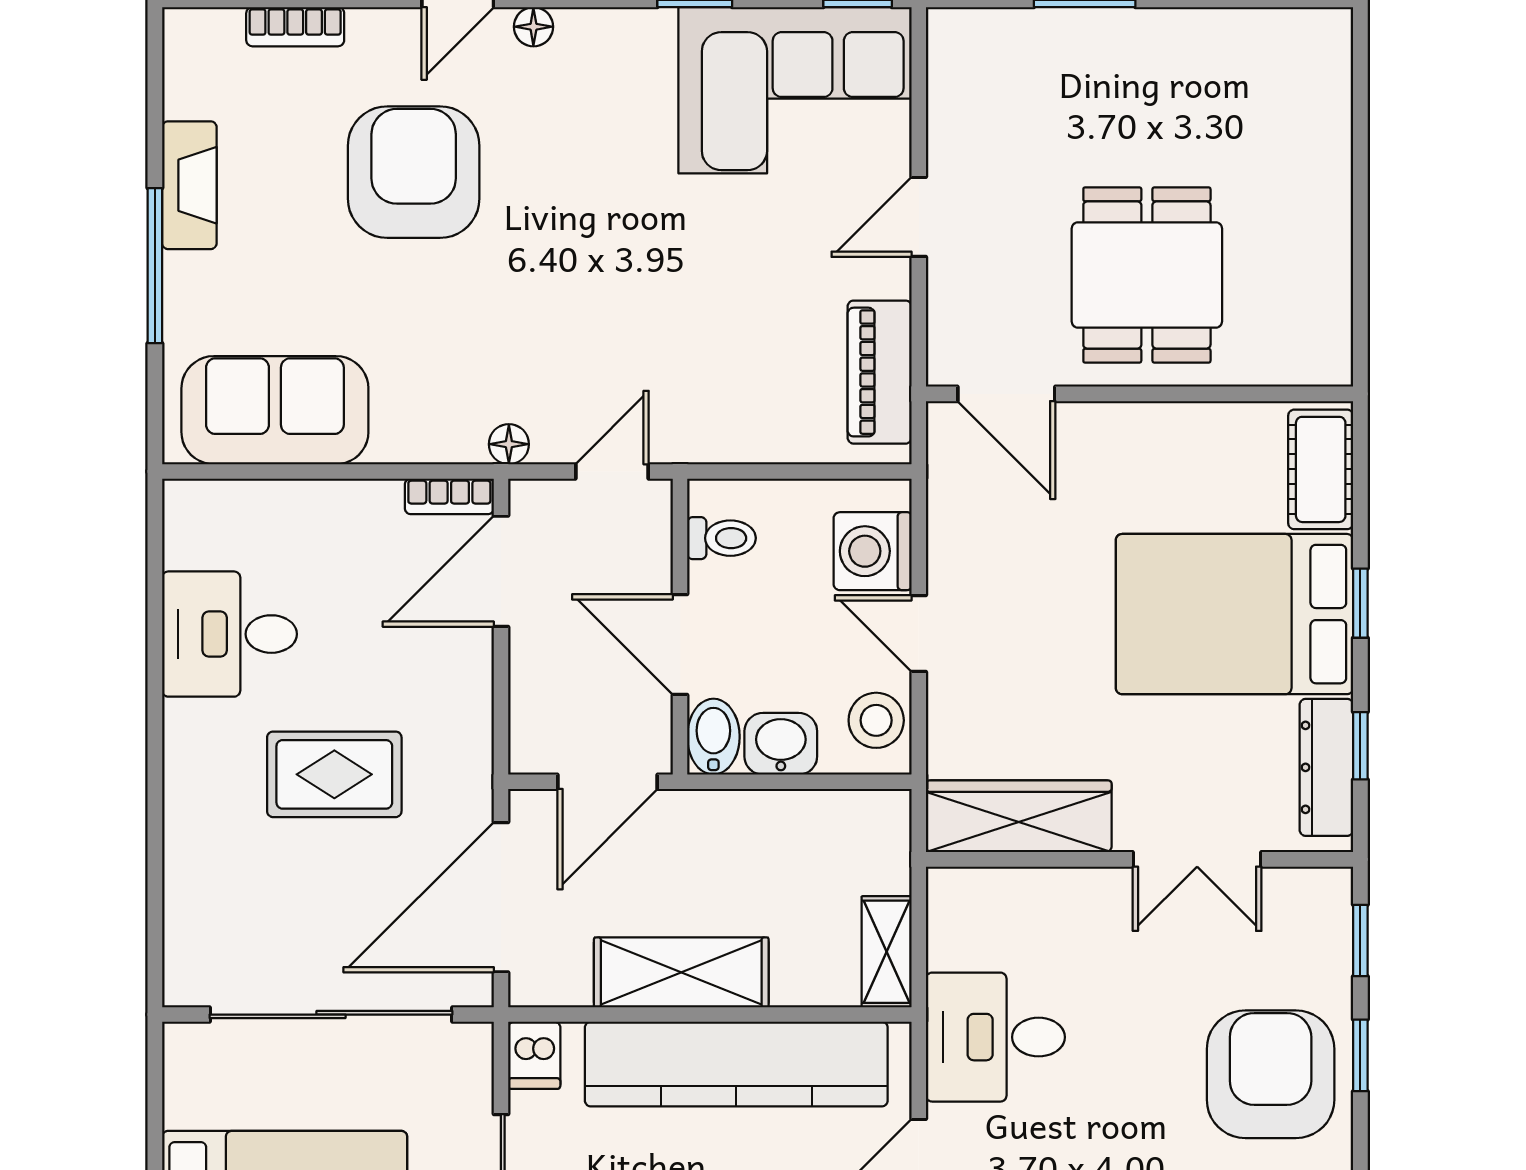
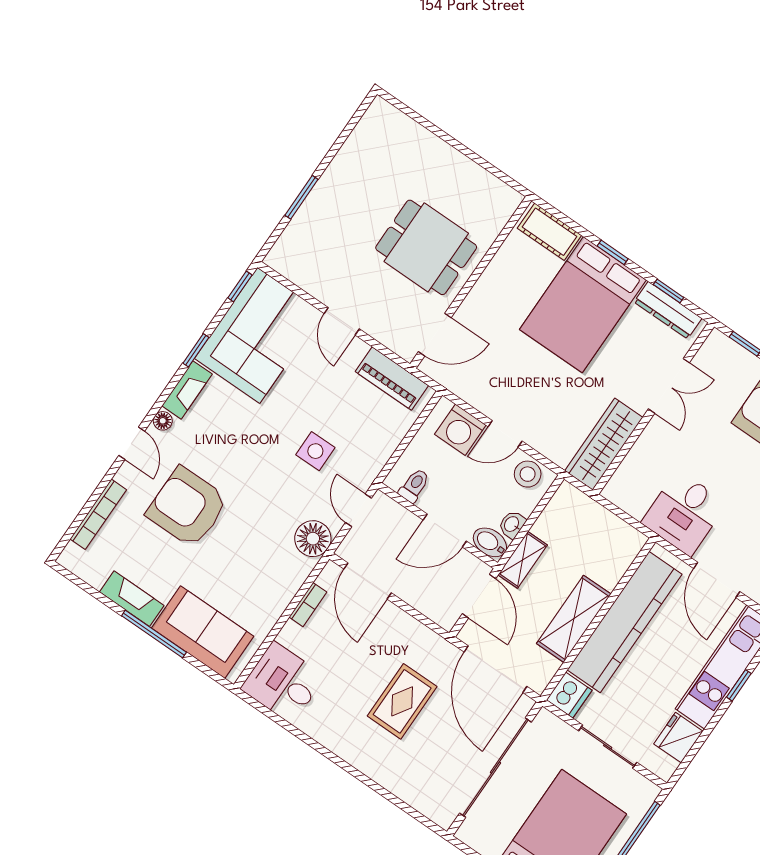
bookcase: (295, 27) -> (98, 514), width x1.56
fireplace: (616, 32) -> (187, 390), added
side table: (663, 326) -> (315, 451), added
sofa: (275, 410) -> (203, 632), moved, turned 90
floor lamp: (509, 444) -> (313, 539), width x1.89, depth x1.89
bookcase: (449, 496) -> (308, 605), moved
desk: (229, 634) -> (283, 683), moved, turned 90
washbasin: (781, 744) -> (512, 524), width x0.72, depth x0.69
shelving: (887, 952) -> (523, 560), moved, turned 90
dishwasher: (534, 1055) -> (569, 695), width x1.38

